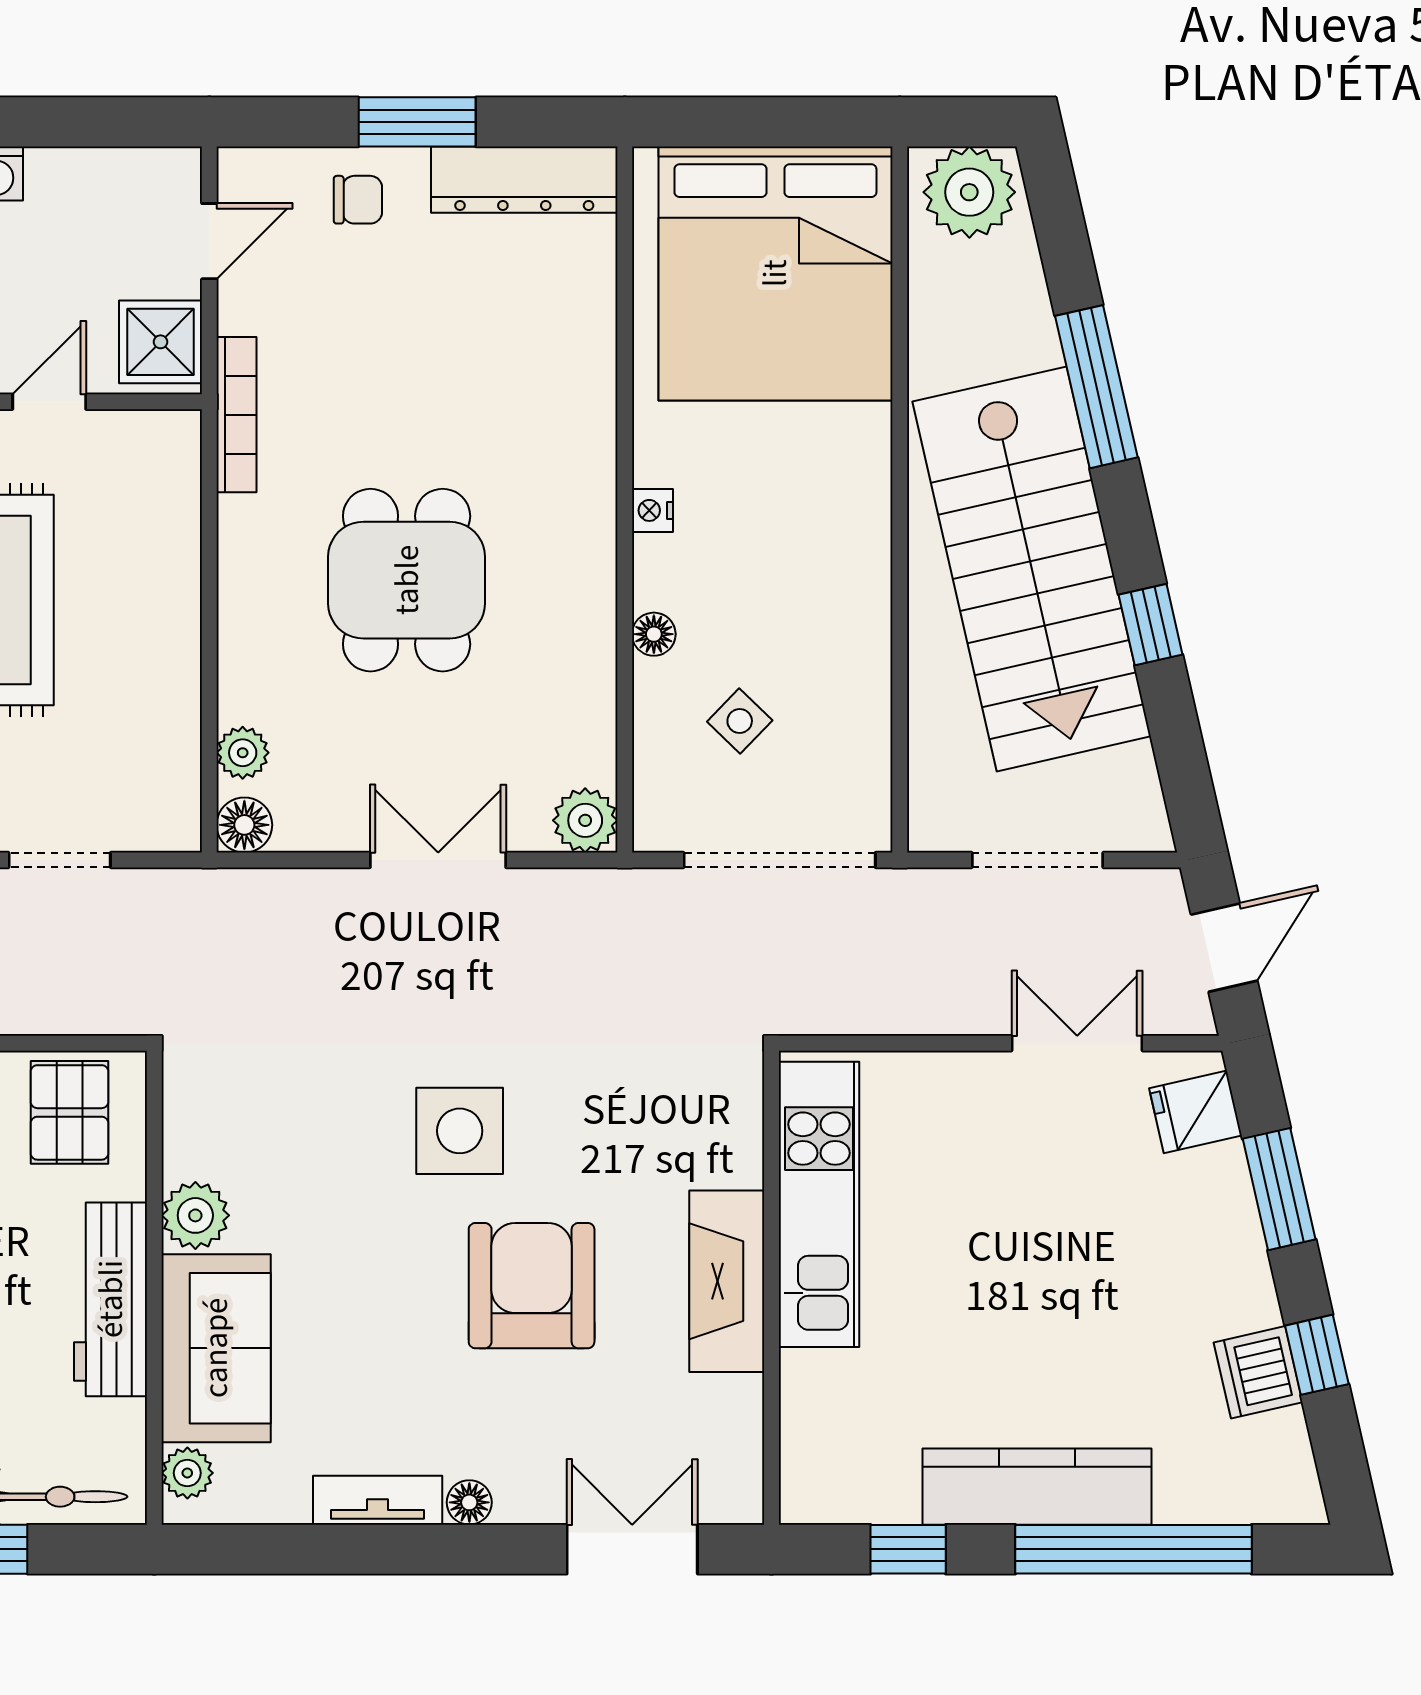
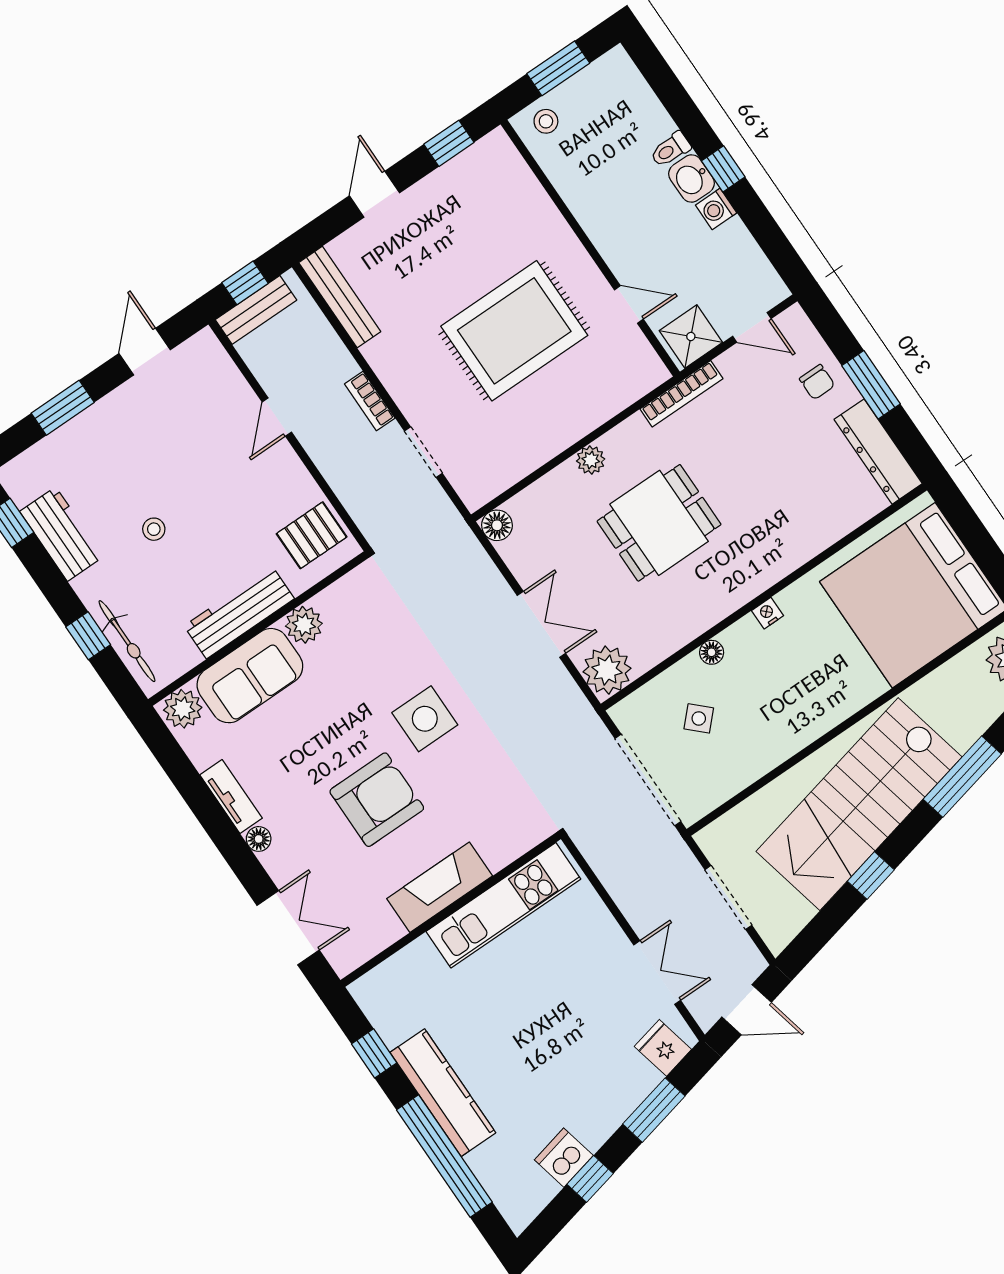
plant: (243, 753) -> (591, 460), moved
plant: (585, 820) -> (607, 670), width x1.36, depth x1.36
plant: (187, 1473) -> (183, 709), width x1.38, depth x1.38

